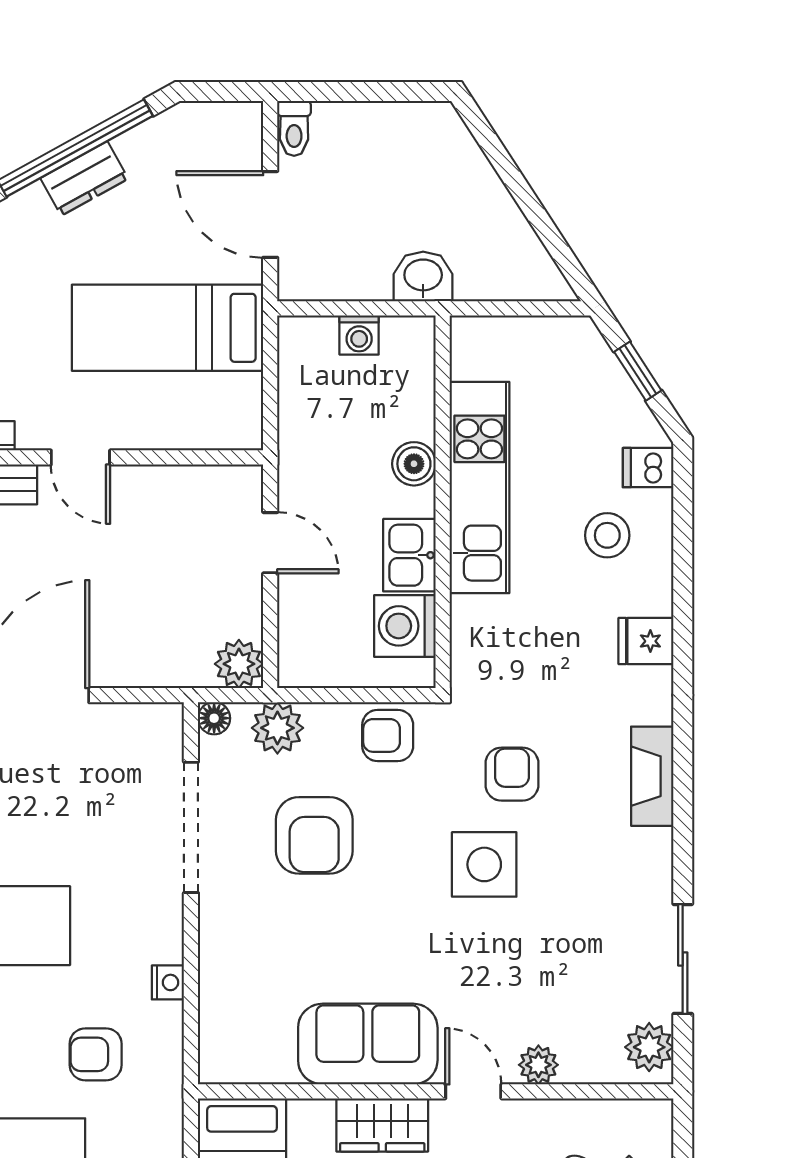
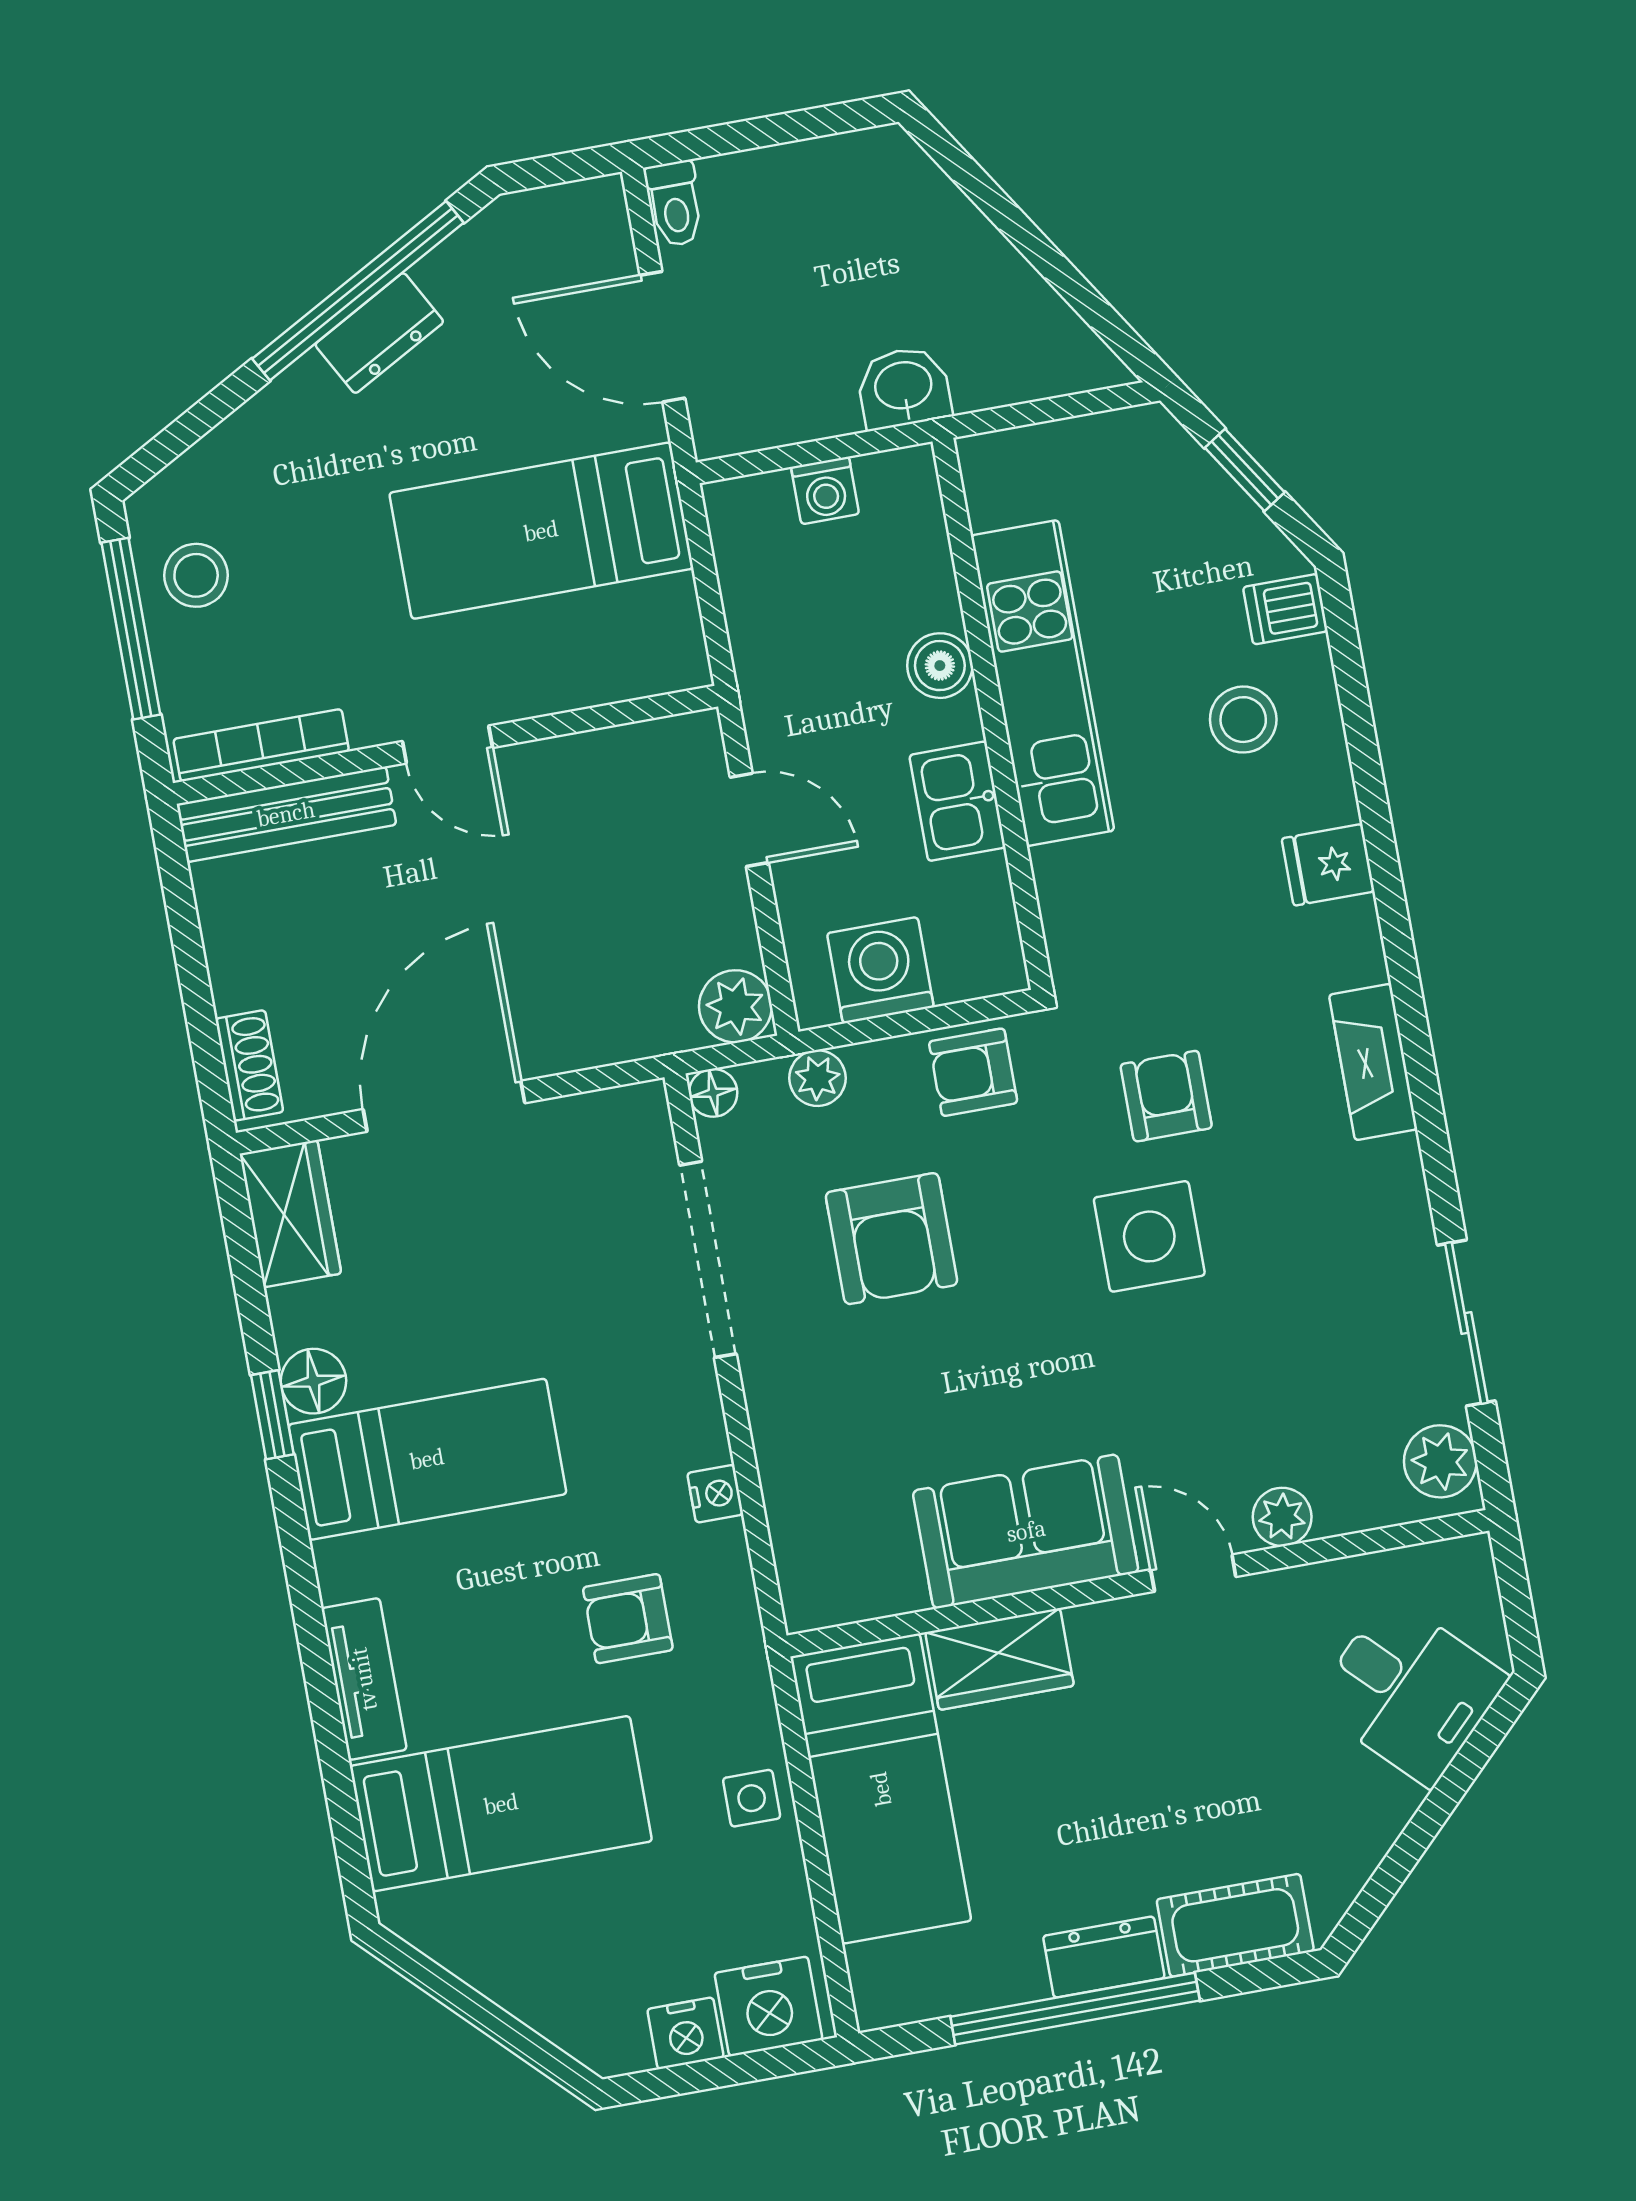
washing machine: (405, 626) -> (880, 970), moved, turned 90
plant: (277, 728) -> (817, 1078), width x0.73, depth x0.73
wardrobe: (382, 1125) -> (1000, 1659), moved

